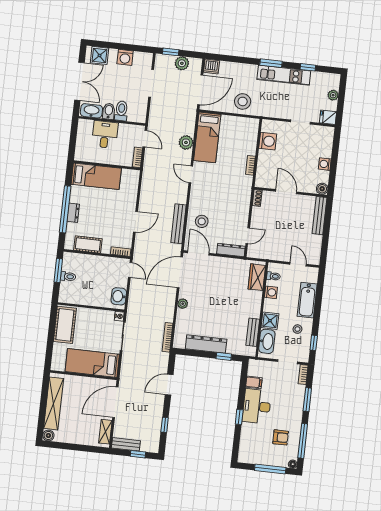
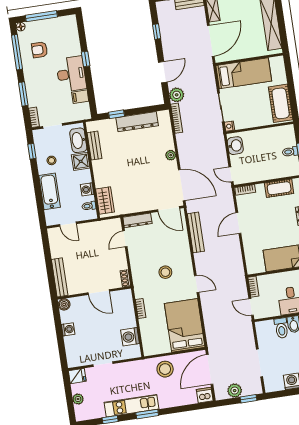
bed: (207, 137) -> (185, 325), width x1.50
plant: (186, 142) -> (177, 95), moved
stool: (202, 221) -> (165, 272), moved
door: (180, 272) -> (182, 185), hinge flipped

